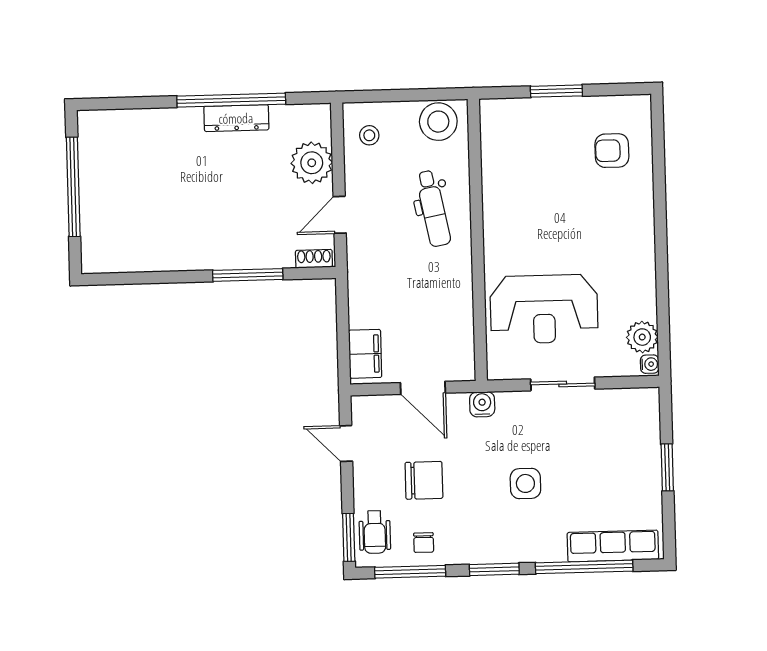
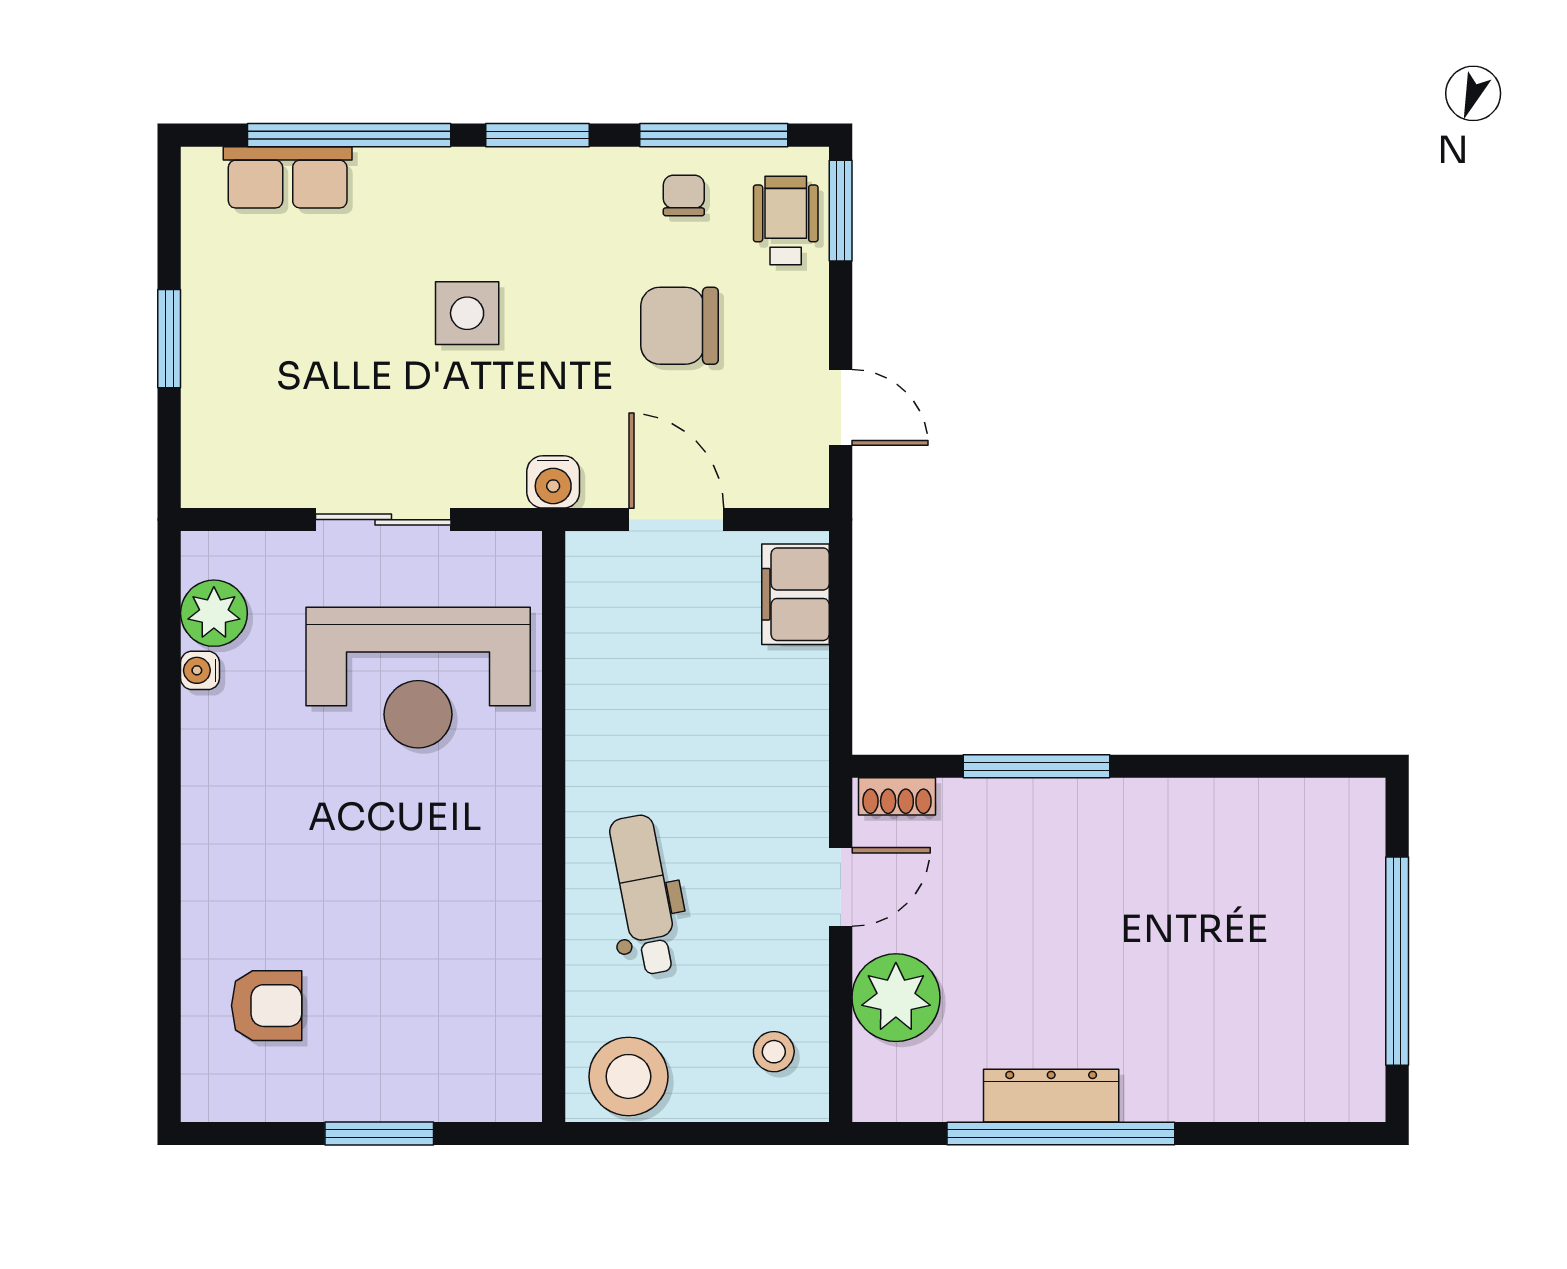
reception desk: (544, 309) -> (418, 678), turned 180
water cooler: (650, 364) -> (200, 670), moved
row of seats: (613, 546) -> (288, 177), width x0.68

